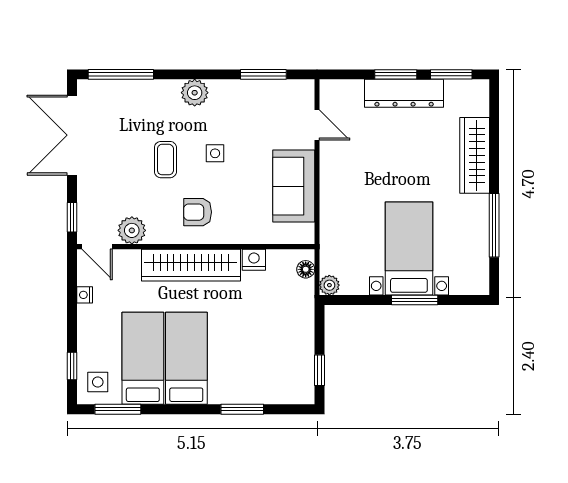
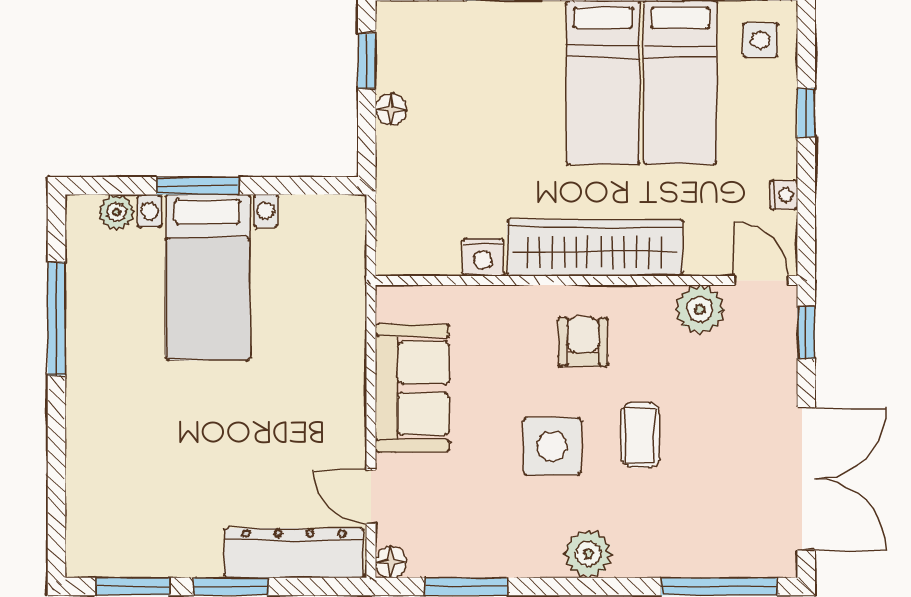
floor lamp: (306, 88) -> (391, 562), added
dresser: (404, 93) -> (294, 553), moved
side table: (215, 153) -> (552, 446), width x1.87, depth x1.87
wardrobe: (475, 155) -> (91, 443), removed
armchair: (198, 212) -> (583, 342), turned -90
floor lamp: (306, 269) -> (391, 109), moved
plant: (329, 285) -> (117, 212), moved
window: (72, 366) -> (806, 113), moved

